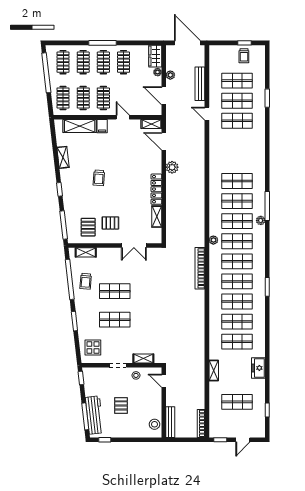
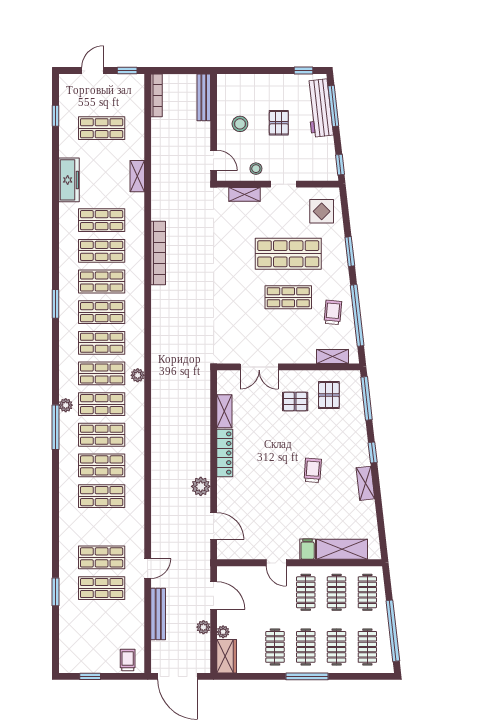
trolley: (244, 56) -> (128, 660), moved
shop shelf: (237, 81) -> (102, 496), moved
door: (207, 114) -> (148, 569), hinge flipped
shelving: (151, 124) -> (232, 553), removed
shelving: (63, 157) -> (365, 483), moved
double door: (134, 246) -> (259, 367), swing flipped
bookcase: (200, 268) -> (158, 253), moved
shop shelf: (115, 320) -> (288, 254), width x1.43, depth x1.36
freezer: (258, 368) -> (69, 180), width x1.40
stool: (154, 424) -> (240, 124), moved

